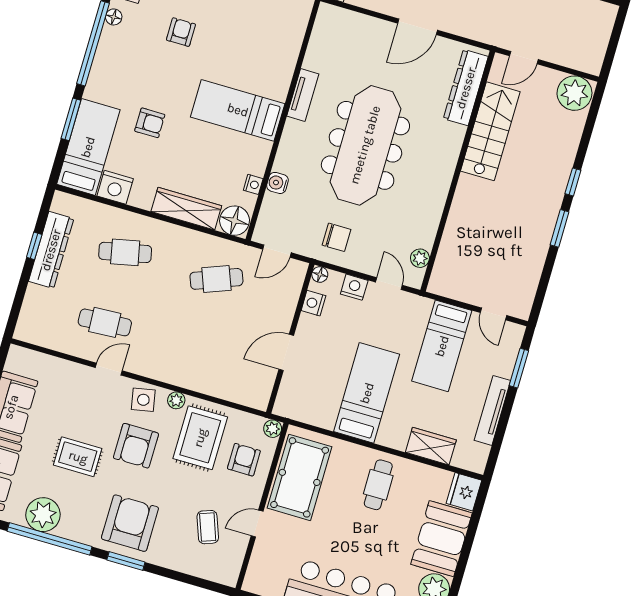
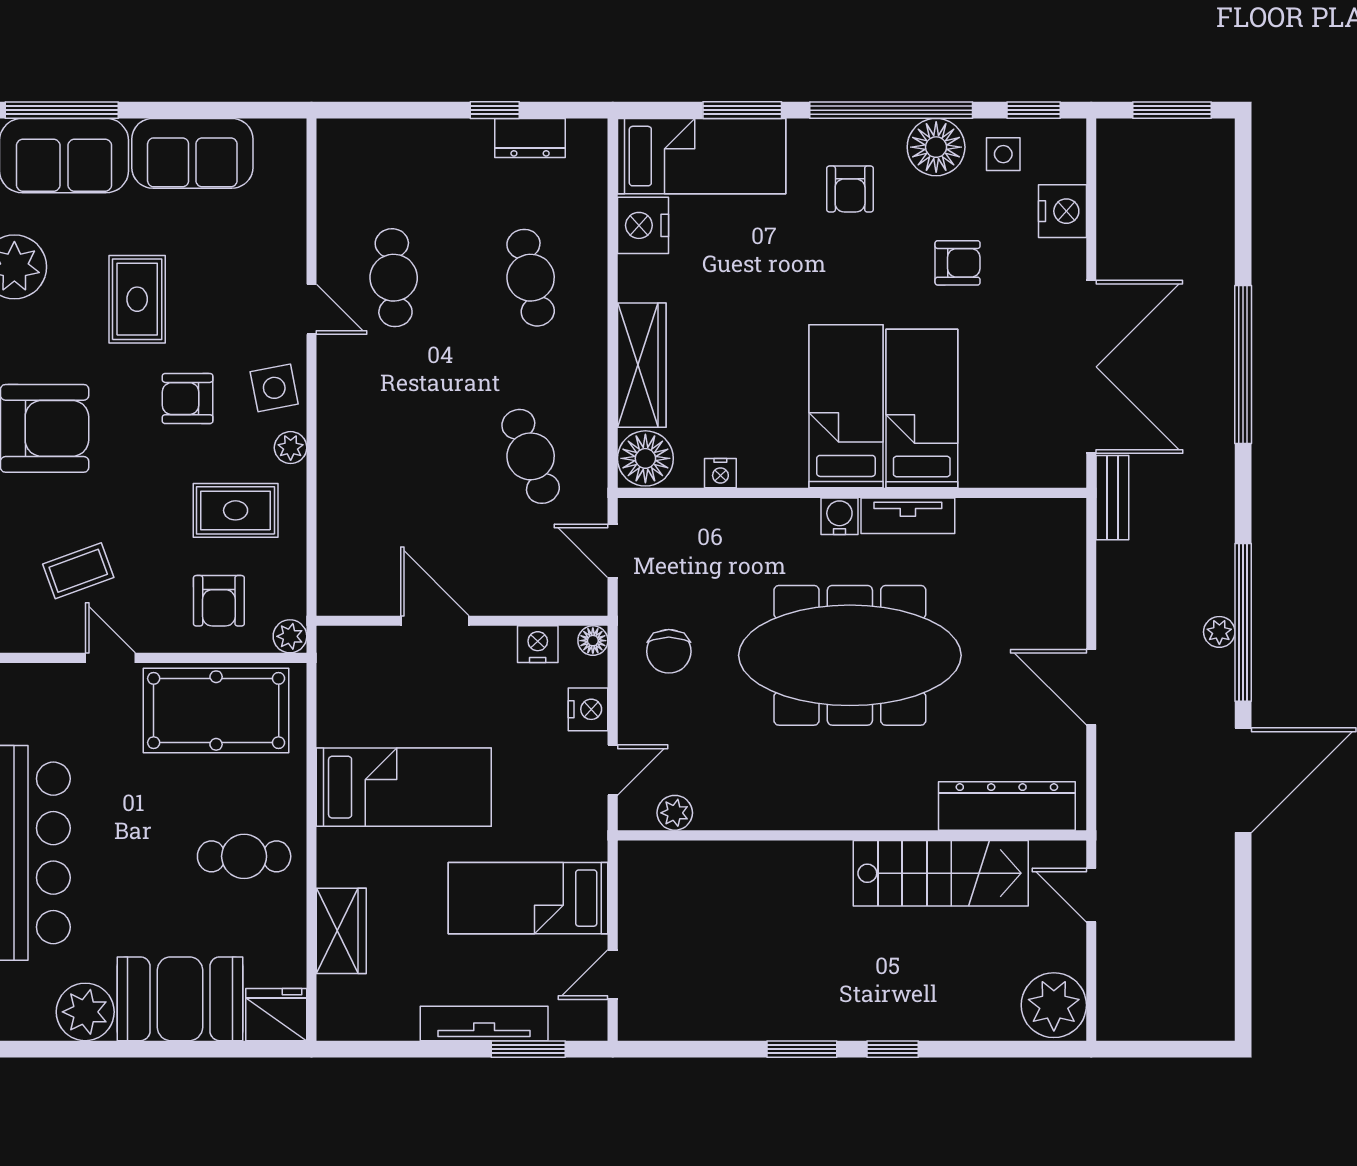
floor lamp: (114, 17) -> (936, 147), width x1.89, depth x1.89
bed: (250, 72) -> (922, 409), added
armchair: (150, 123) -> (850, 189), moved
water cooler: (277, 183) -> (839, 516), moved
dresser: (51, 250) -> (530, 138), width x0.51, depth x0.80
tv unit: (492, 410) -> (484, 1023), moved
rug: (200, 438) -> (236, 510), width x0.73, depth x0.70
armchair: (136, 446) -> (188, 399), width x0.72, depth x0.72
armchair: (244, 460) -> (219, 601), turned 90

